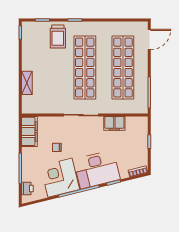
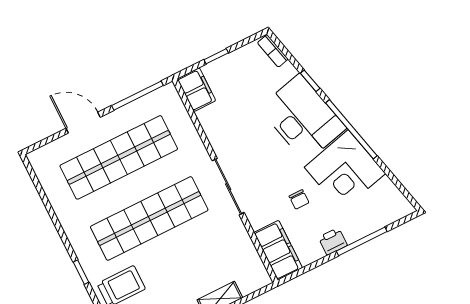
door: (149, 40) -> (83, 123), moved
filing cabinet: (114, 123) -> (196, 90), moved
filing cabinet: (29, 131) -> (278, 250), moved, turned 90
printer: (27, 188) -> (333, 241), moved

